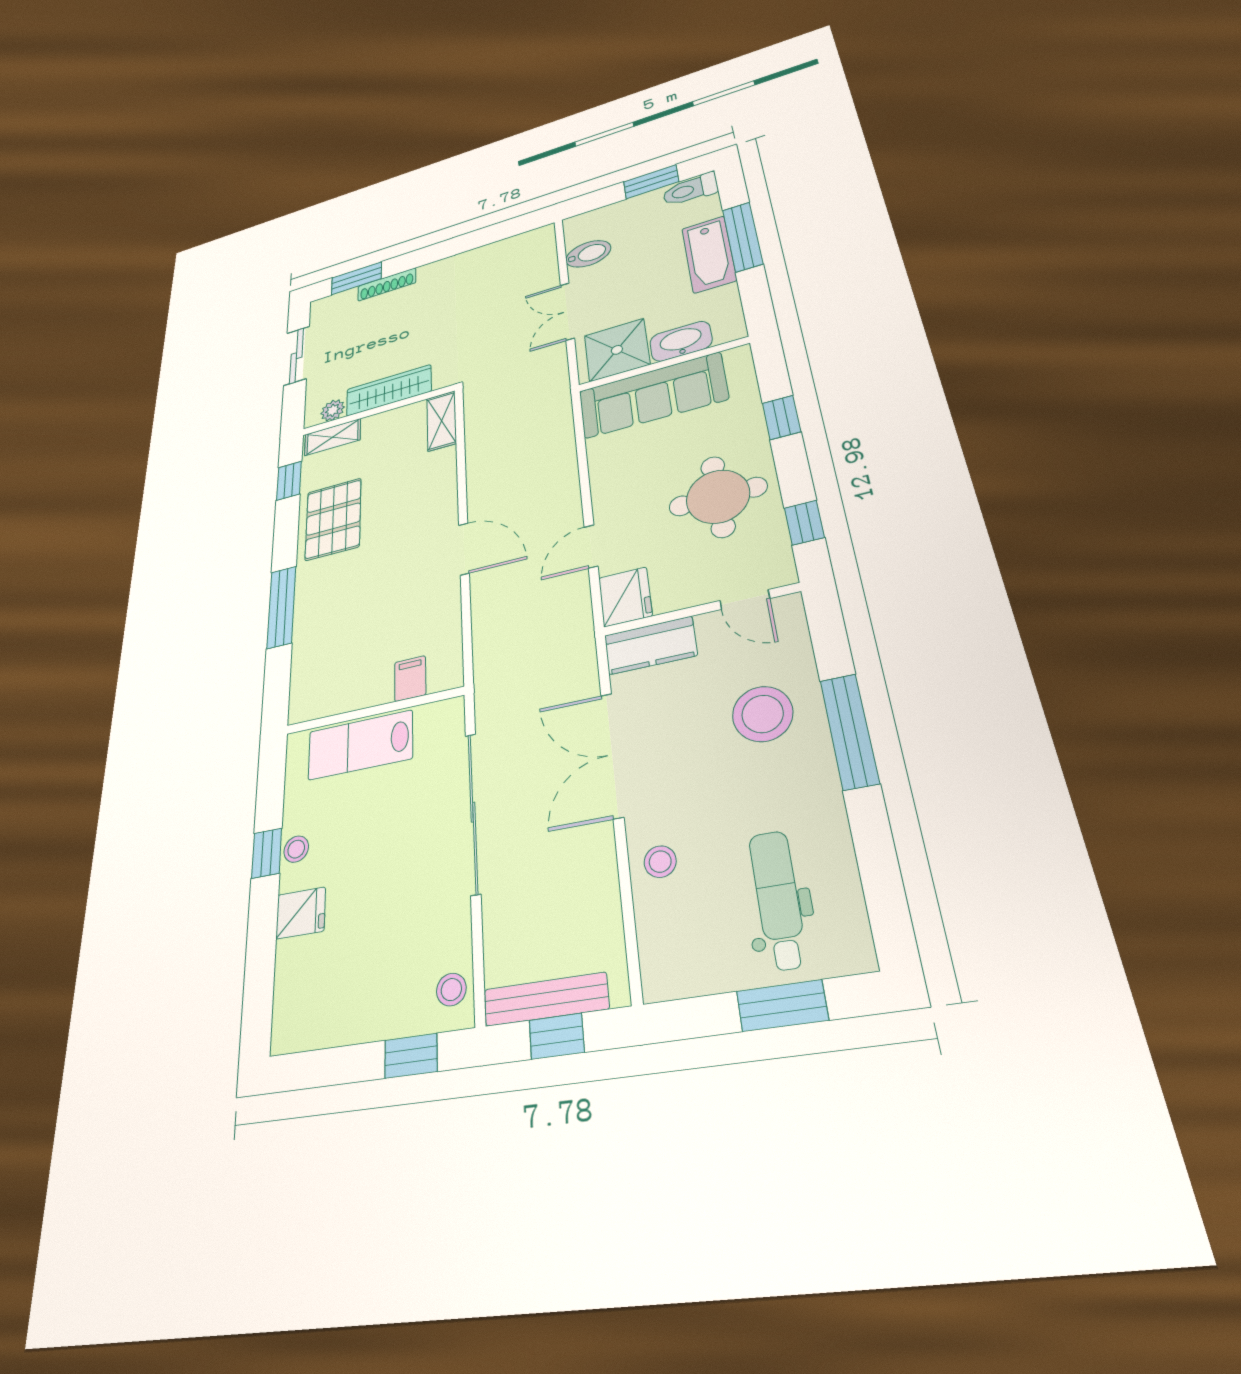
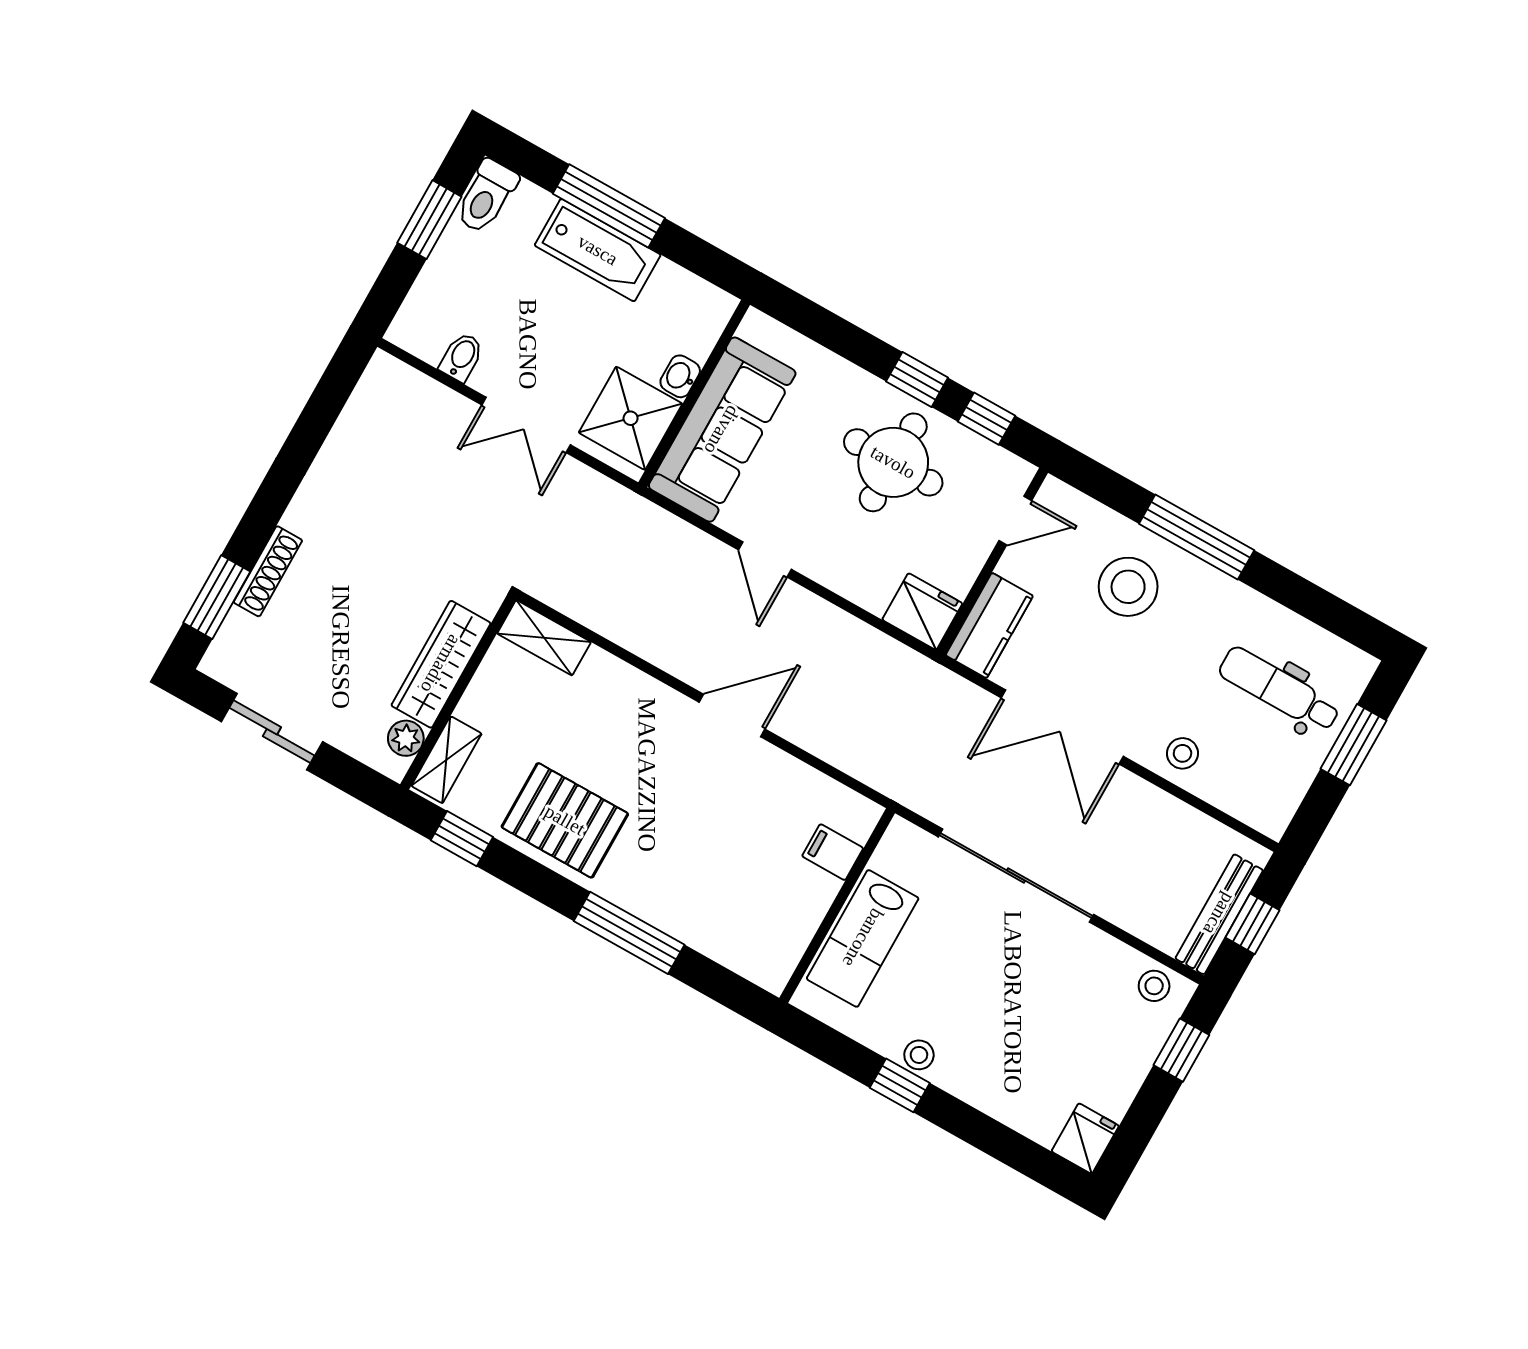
bidet: (588, 254) -> (462, 357), width x0.72, depth x0.74
washbasin: (681, 341) -> (680, 376), width x0.52, depth x0.69
window: (781, 417) -> (917, 380), moved
door: (591, 546) -> (765, 560), moved
fridge: (301, 913) -> (1085, 1139), moved

